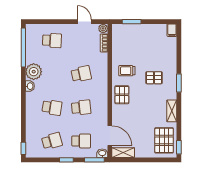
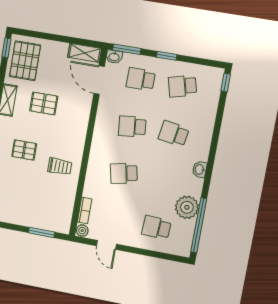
plant: (34, 72) -> (187, 207), moved
pallet: (122, 95) -> (44, 103), moved, turned 90

